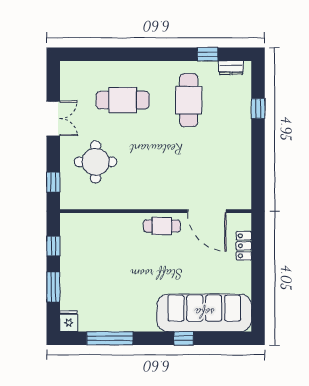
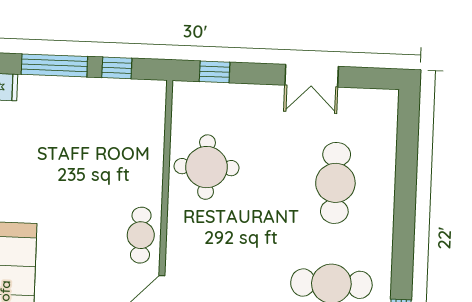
round table: (96, 162) -> (207, 167), moved
window: (53, 287) -> (54, 65), width x1.44

